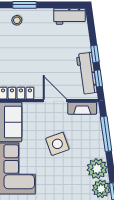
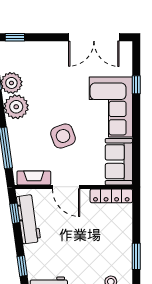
window: (95, 54) -> (22, 266), moved

